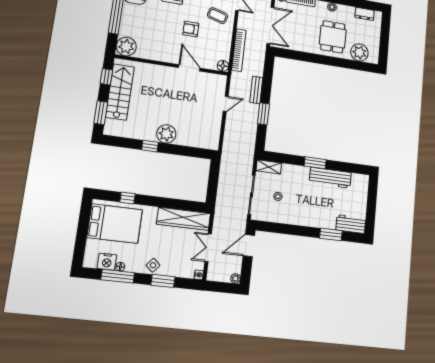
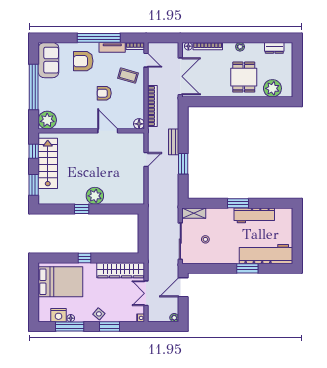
window: (127, 198) -> (85, 258), moved
workbench: (351, 224) -> (266, 254), width x1.88, depth x1.32
window: (331, 234) -> (247, 268), moved

